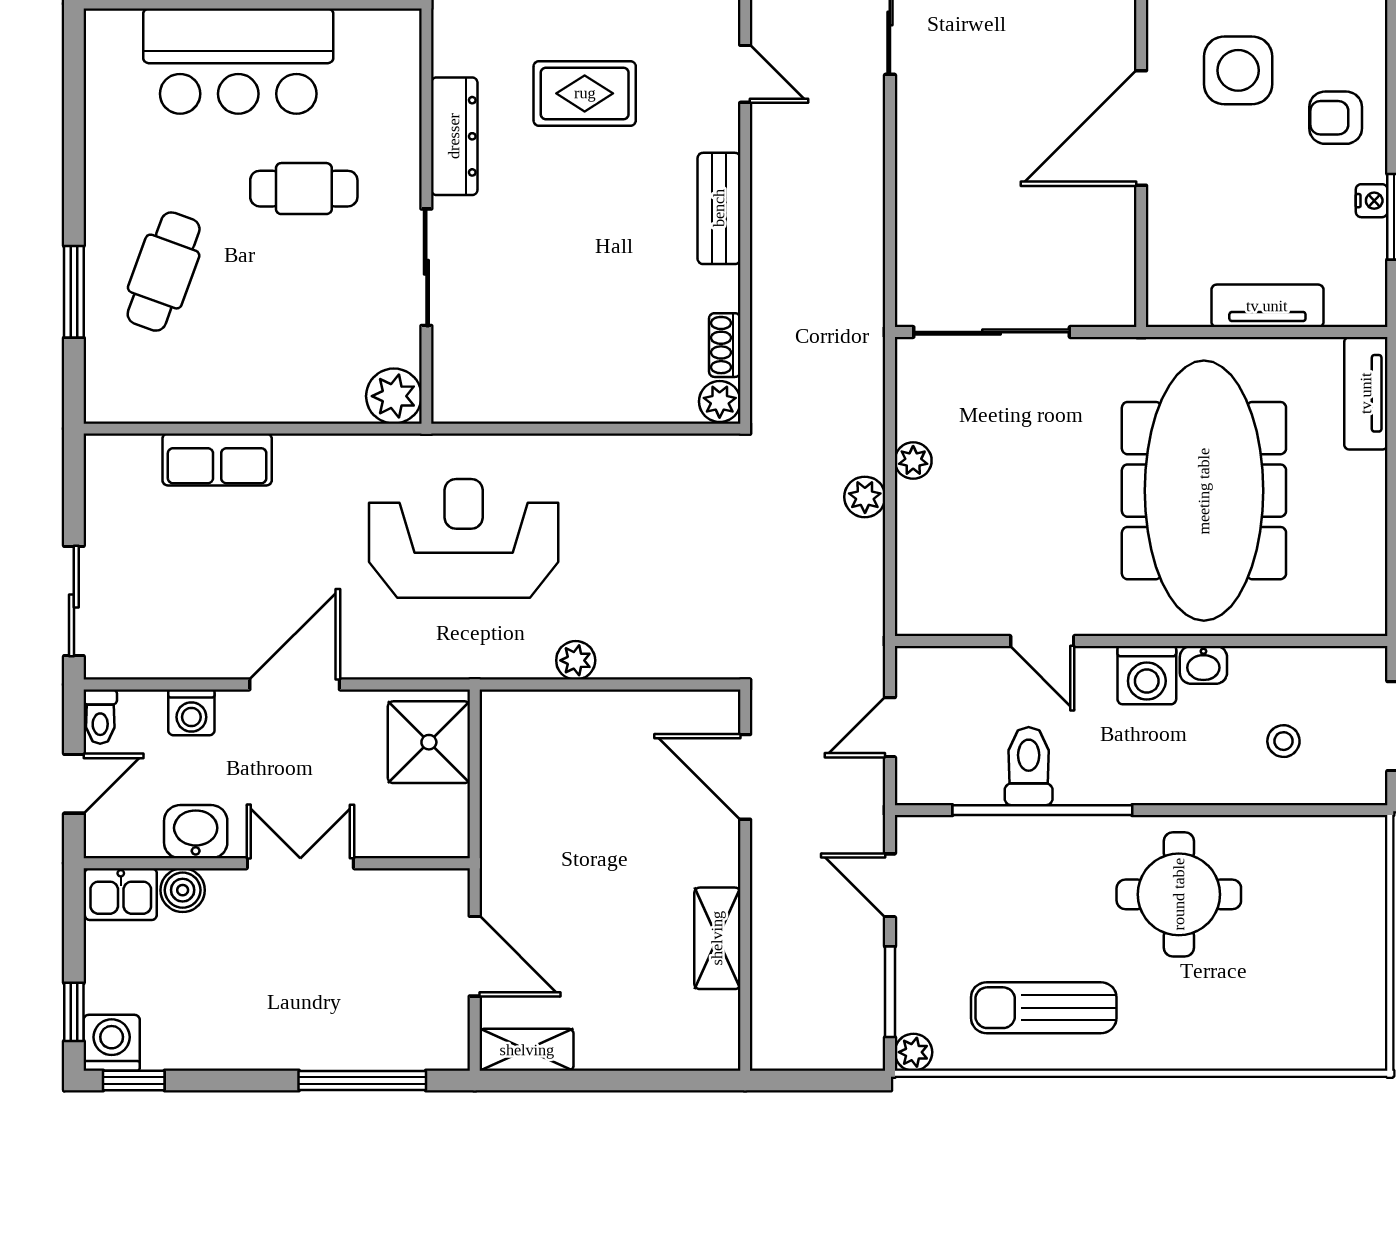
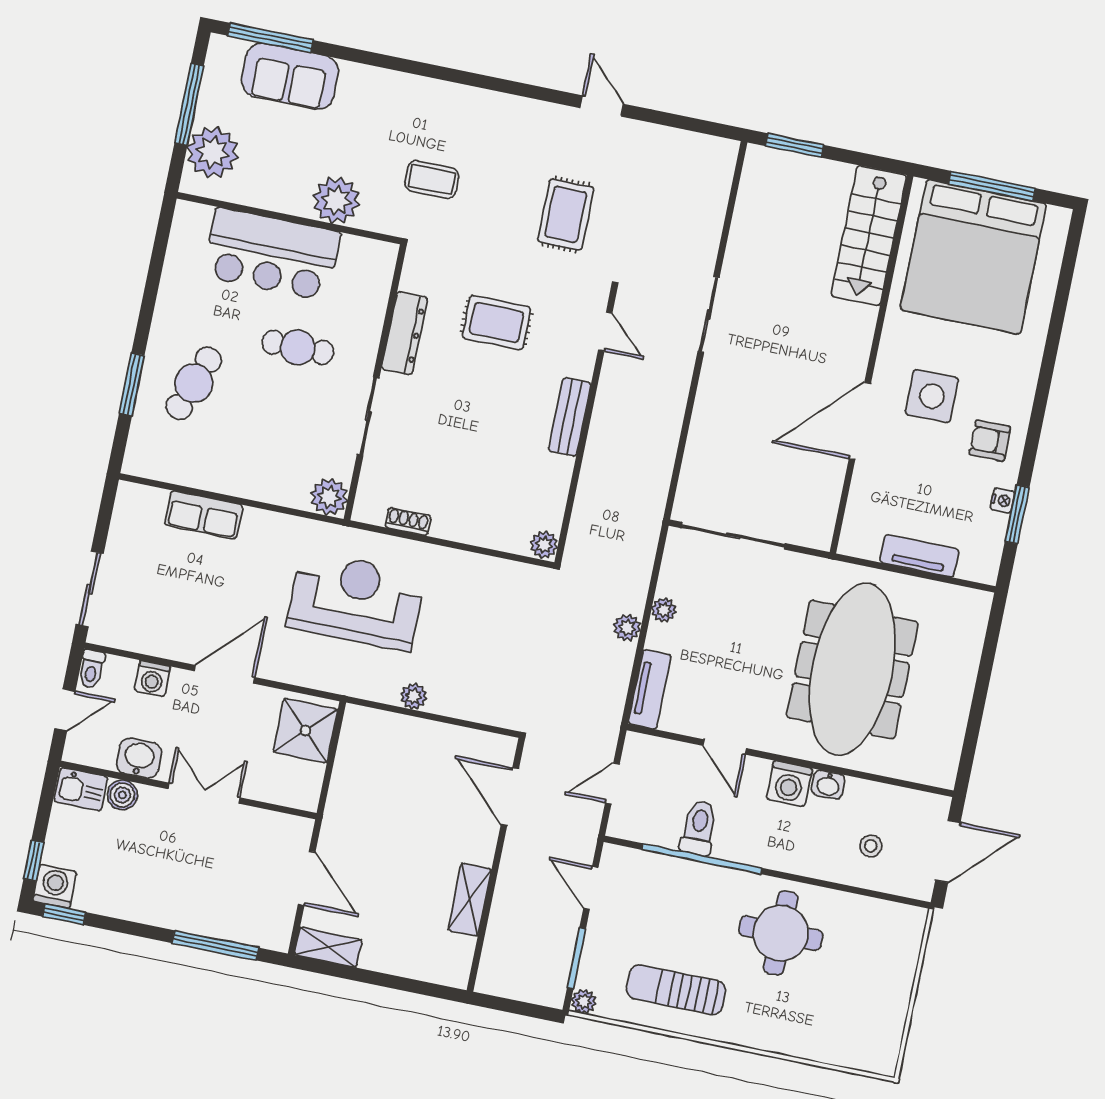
shoe rack: (725, 345) -> (408, 521), moved, turned 90
tv unit: (1366, 393) -> (650, 689), moved, turned 180

